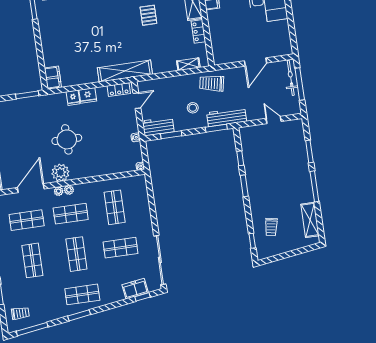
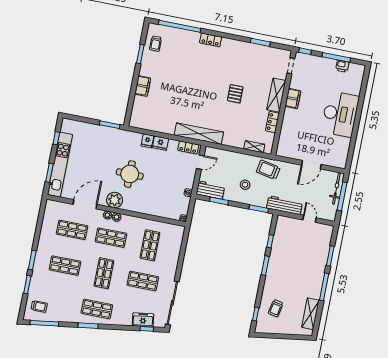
filing cabinet: (53, 78) -> (143, 86), moved
workbench: (227, 117) -> (284, 205), moved
shop shelf: (32, 260) -> (65, 266), turned 90

